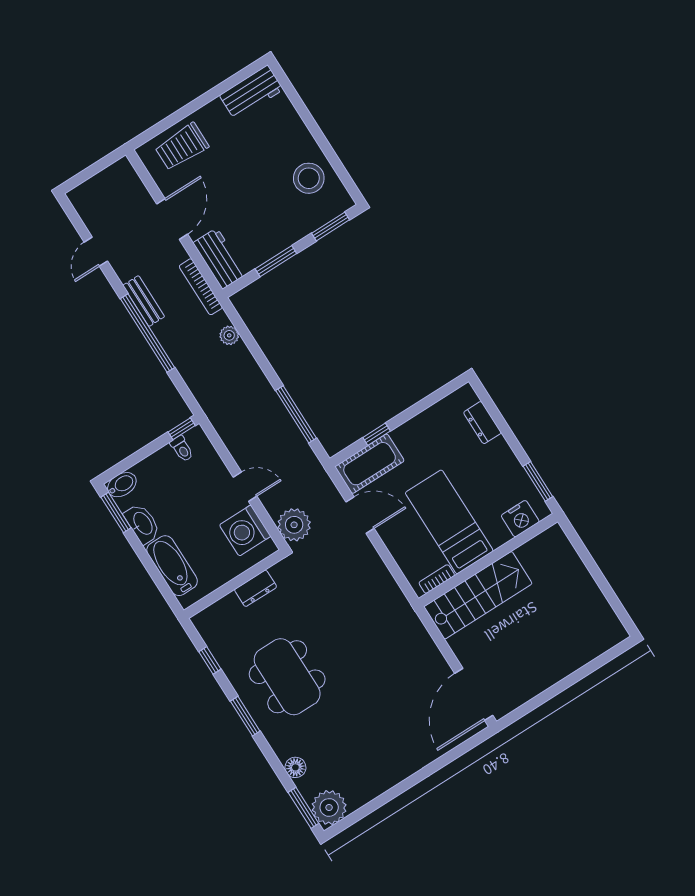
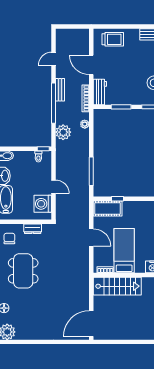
trolley: (182, 147) -> (113, 39), turned 180
door: (172, 219) -> (91, 65), swing flipped
door: (360, 515) -> (91, 237), moved
plant: (294, 525) -> (63, 132), moved
chair: (224, 633) -> (9, 238), added

